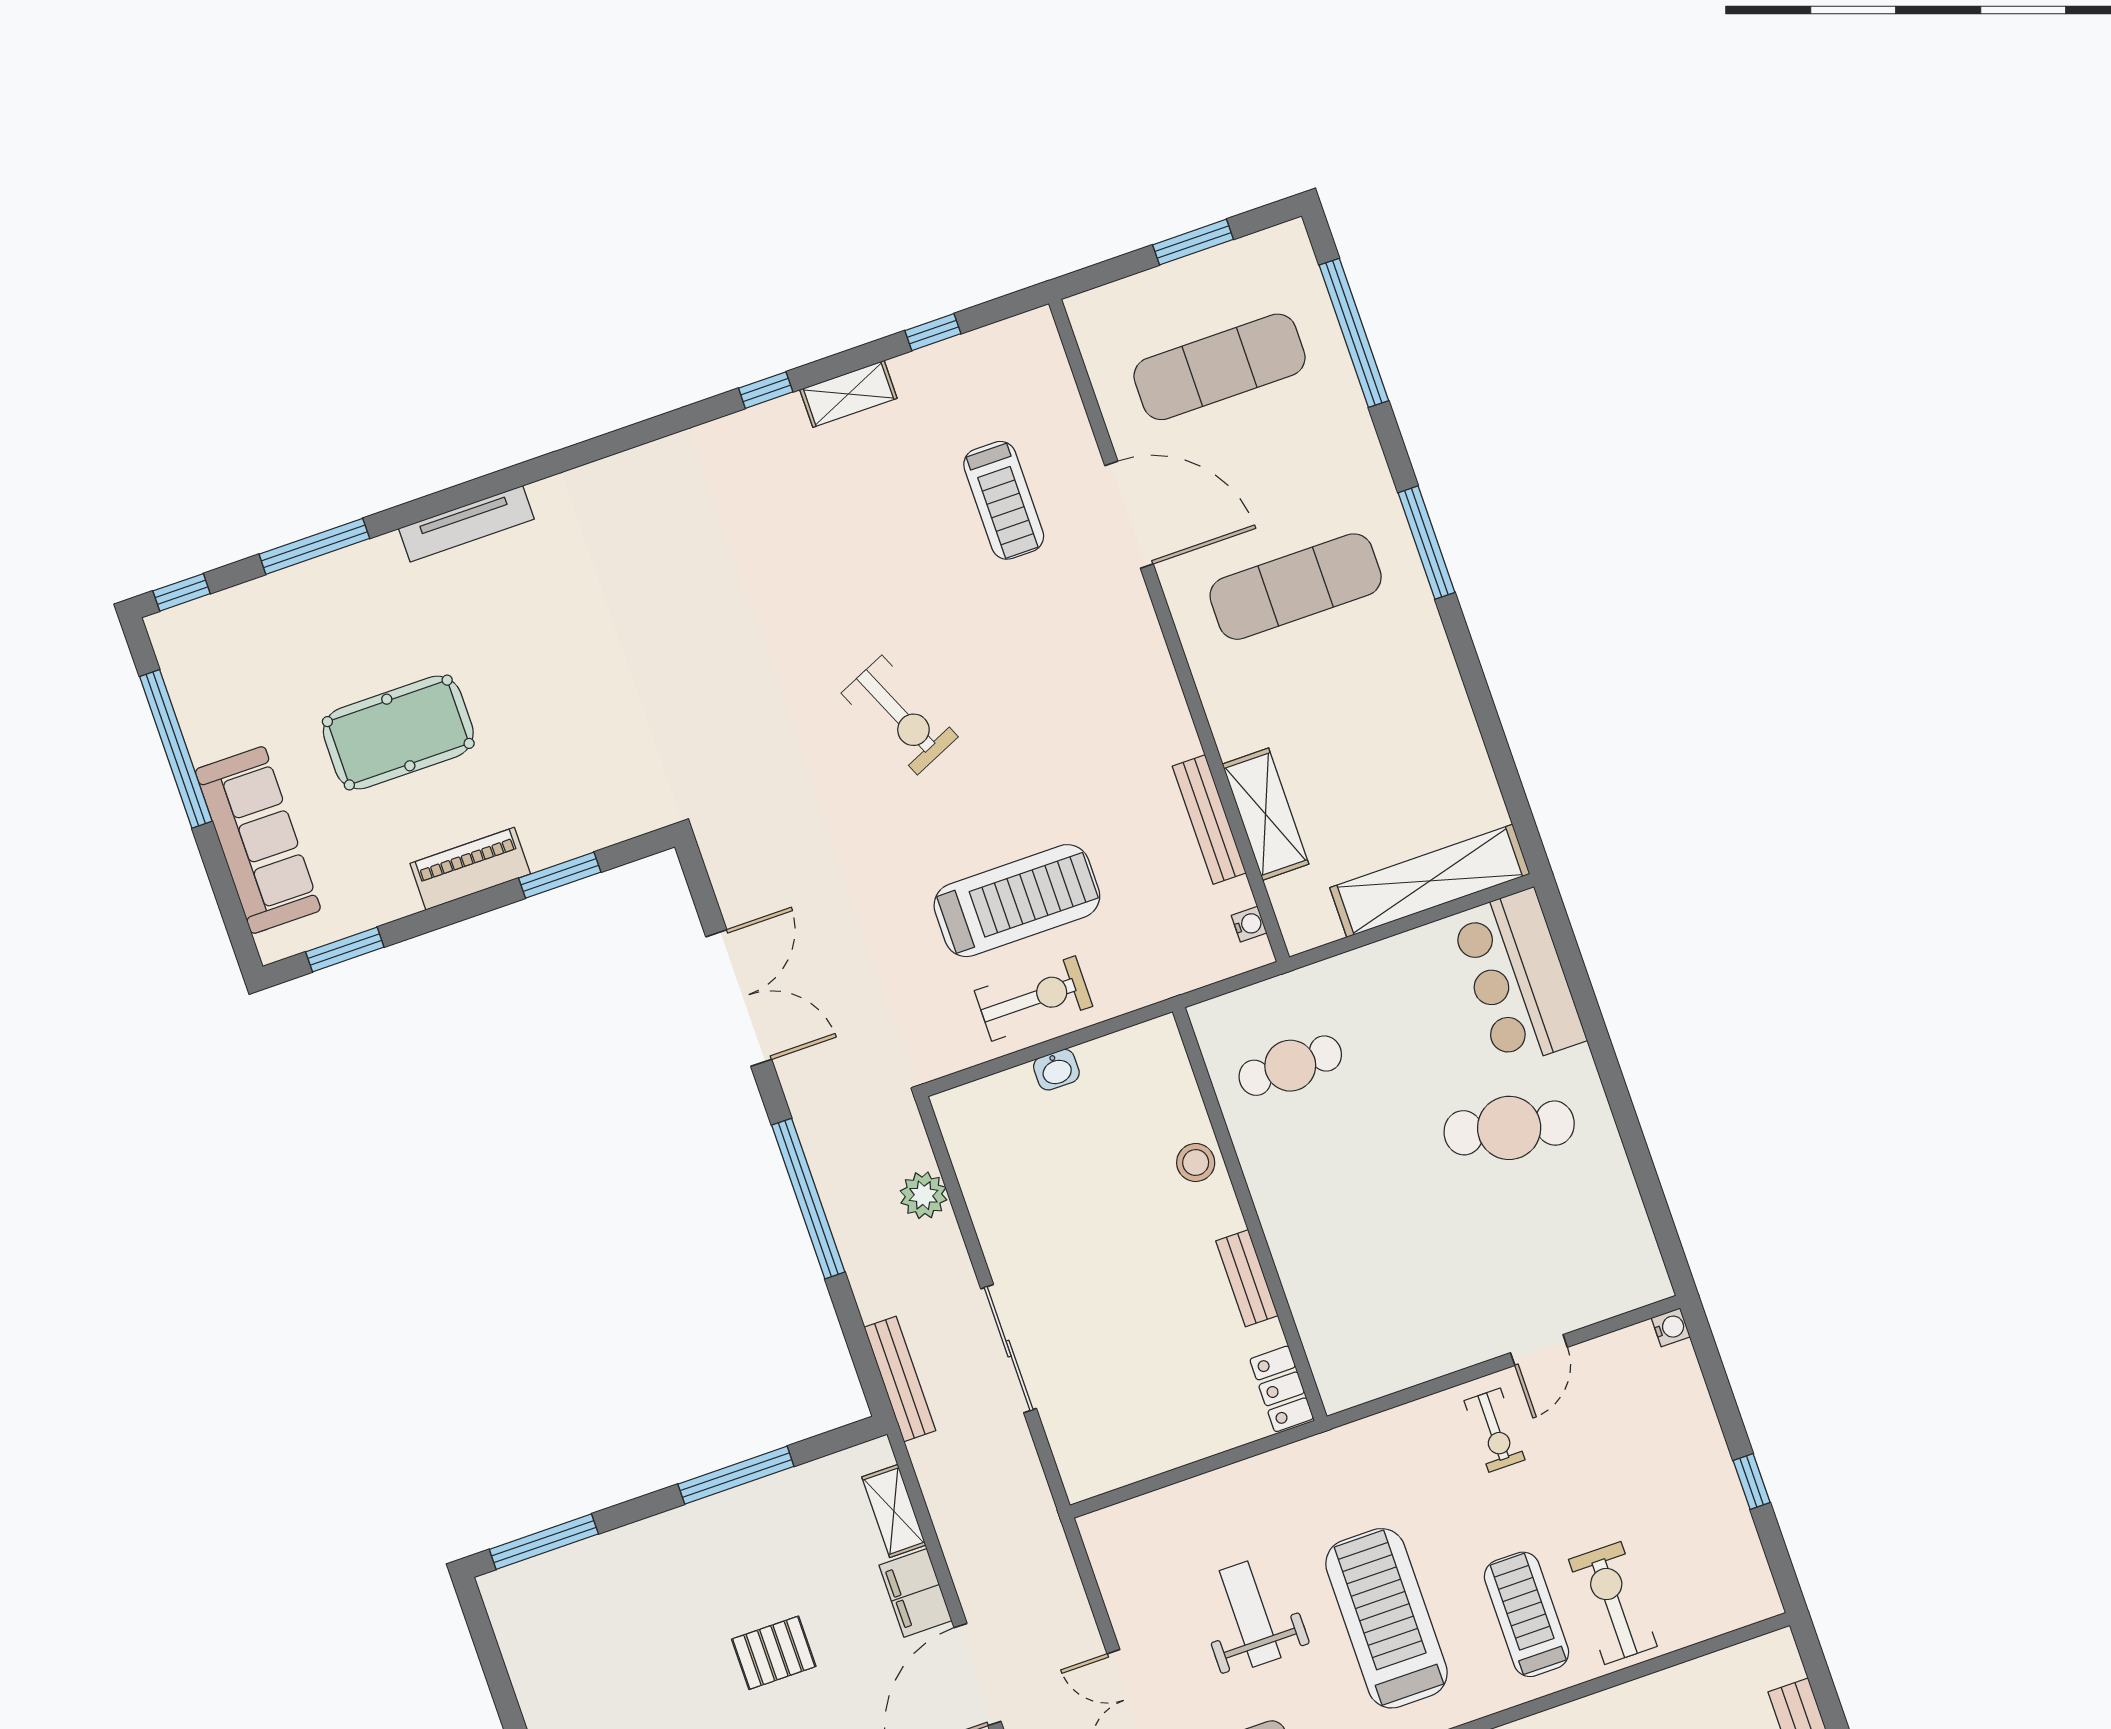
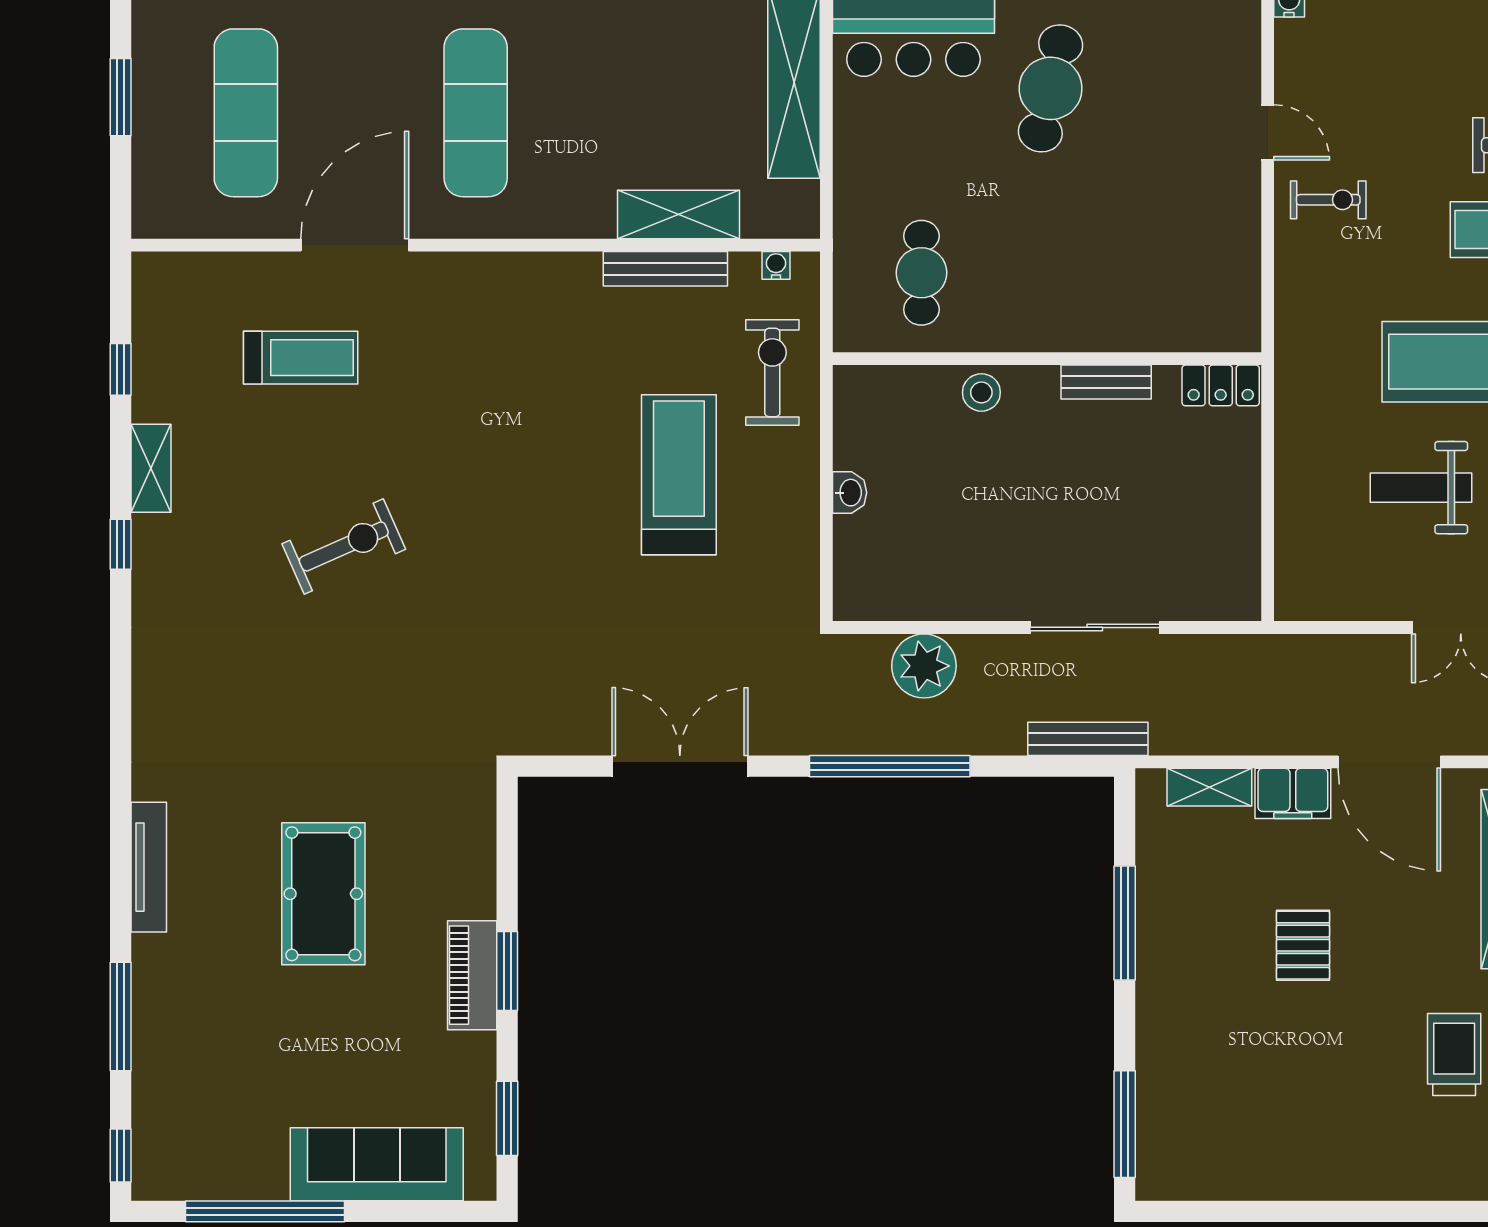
exercise bike: (900, 715) -> (344, 546), moved
pool table: (398, 732) -> (323, 894), moved
window: (560, 875) -> (507, 971), moved
exercise bike: (1033, 999) -> (772, 373), moved
plant: (923, 1195) -> (924, 666), width x1.36, depth x1.36

